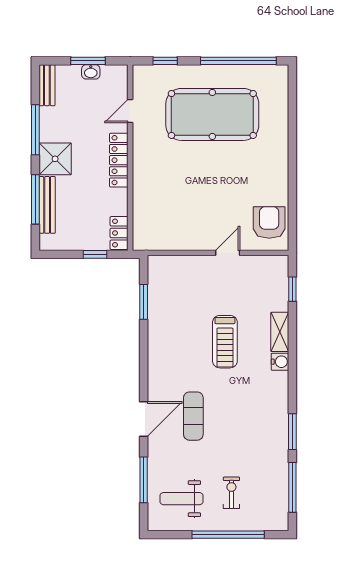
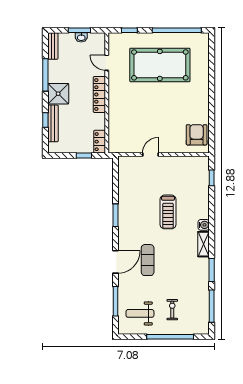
door: (130, 111) -> (107, 63), hinge flipped
window: (35, 199) -> (45, 120), width x0.46
door: (228, 253) -> (150, 154), moved
window: (144, 302) -> (115, 215), moved
shelving: (280, 332) -> (203, 244), moved

